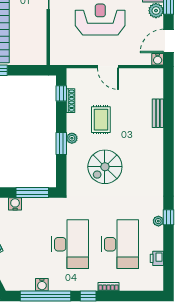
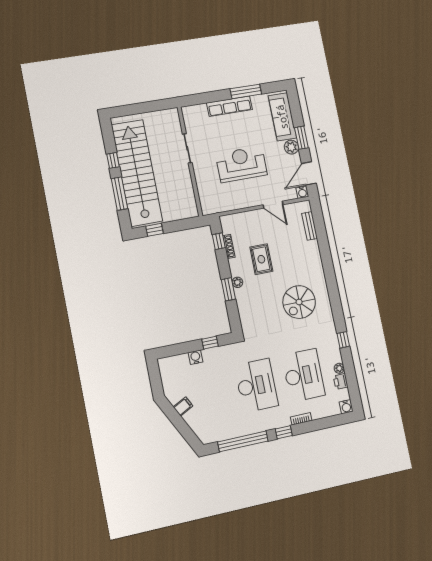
door: (108, 67) -> (273, 205), moved
bench: (158, 113) -> (310, 226), moved
spiral stairs: (105, 167) -> (299, 302), moved
window: (32, 193) -> (210, 343), width x0.46
plant: (158, 221) -> (339, 368), moved
water cooler: (42, 285) -> (346, 407), moved

